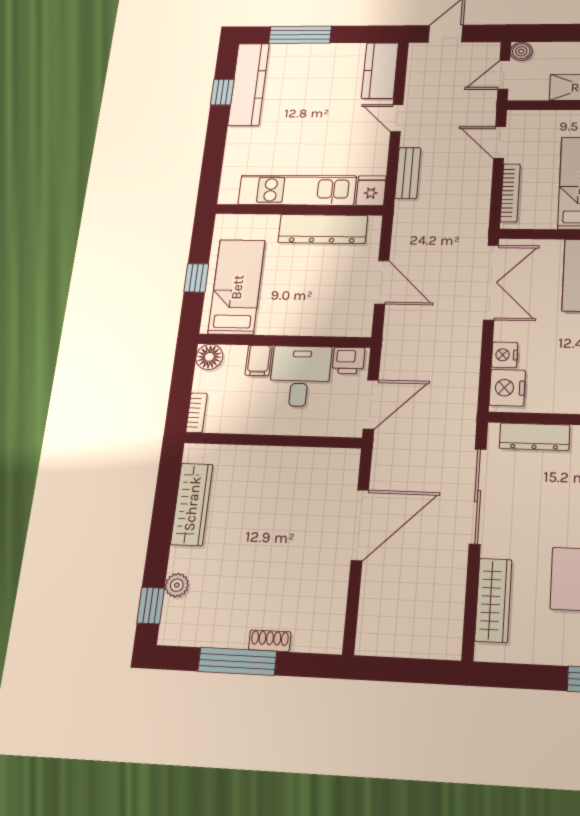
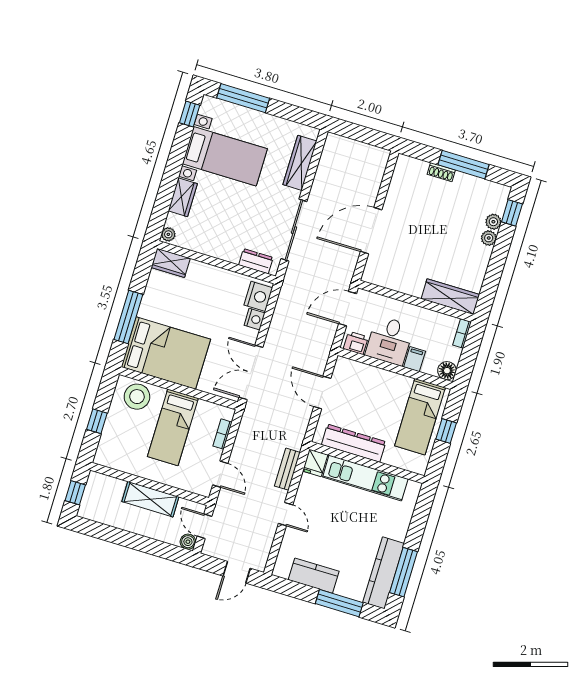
kitchen counter: (380, 70) -> (314, 576), moved, turned -90
door: (504, 75) -> (204, 526), swing flipped
window: (222, 92) -> (403, 572), width x2.17
bookcase: (510, 193) -> (223, 434), width x0.64
dresser: (534, 437) -> (256, 261), width x0.70
wardrobe: (192, 504) -> (450, 297), moved, turned 90
plant: (180, 559) -> (489, 238), added

